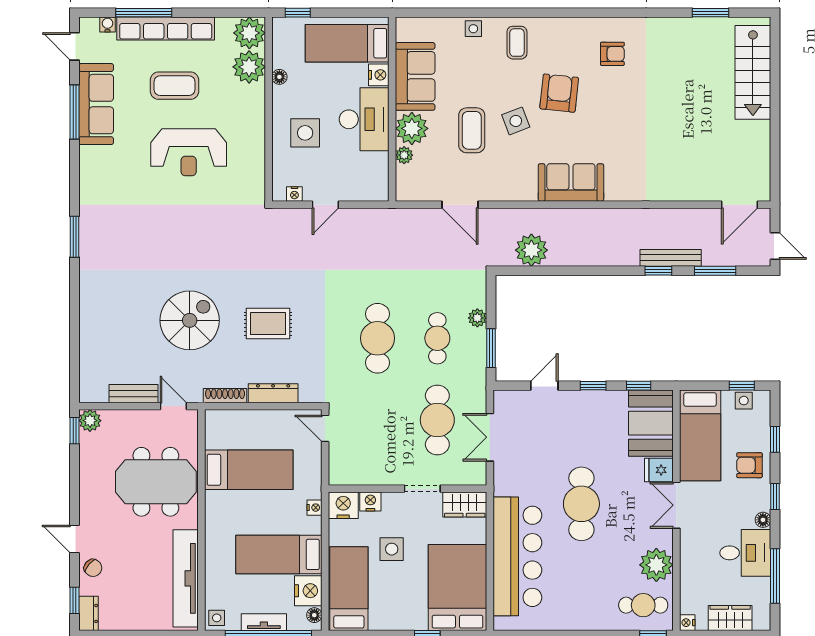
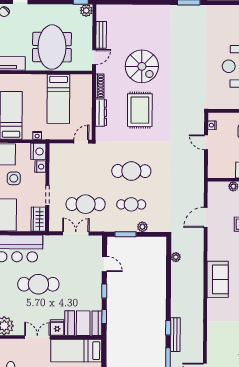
plant: (531, 250) -> (176, 257), width x0.53, depth x0.53
rug: (268, 324) -> (140, 110), width x1.36, depth x1.43

